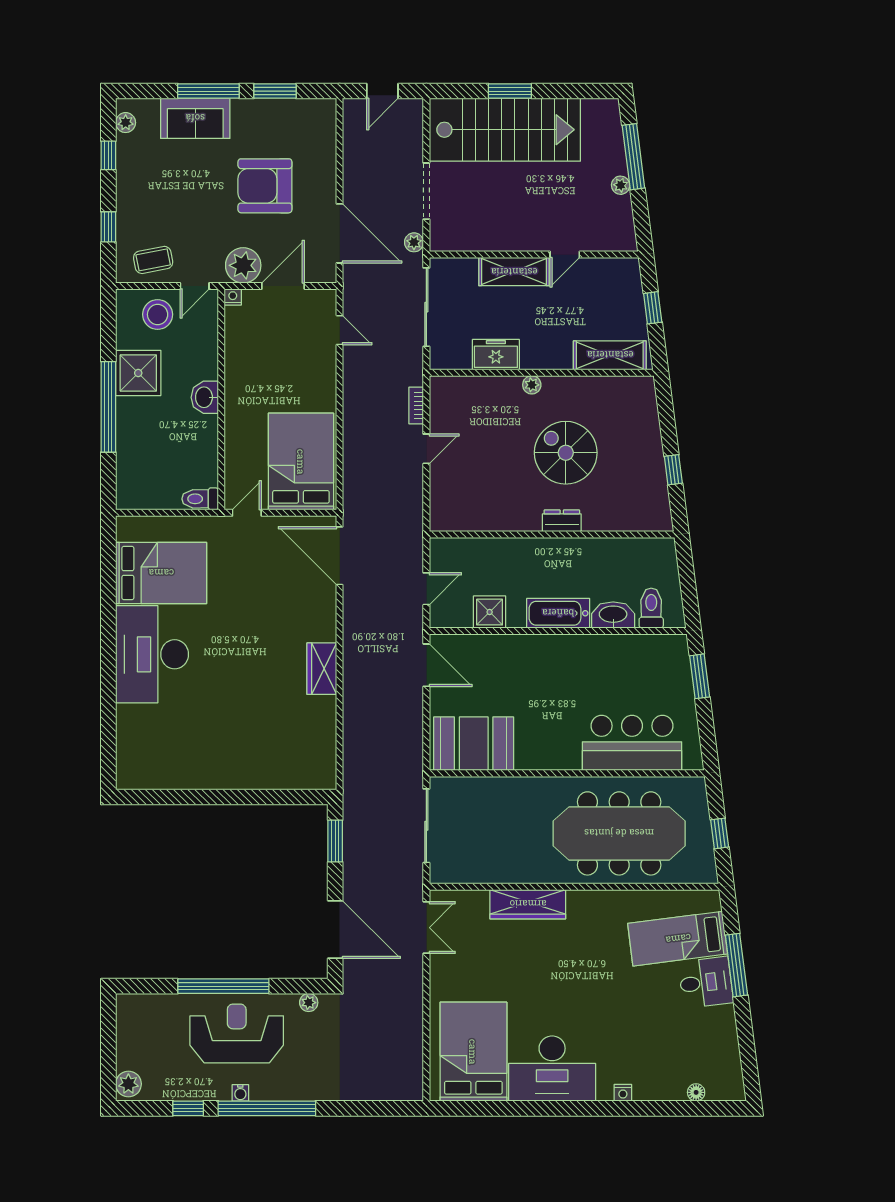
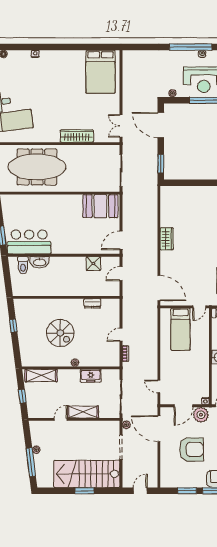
bed: (301, 462) -> (180, 329), width x0.67
dresser: (562, 521) -> (92, 303), moved
bathtub: (558, 613) -> (64, 263), removed
door: (426, 665) -> (121, 240), hinge flipped
bar counter: (632, 743) -> (29, 242), moved, turned 180
desk: (552, 1069) -> (66, 64), removed

